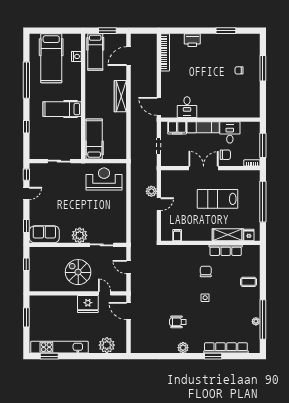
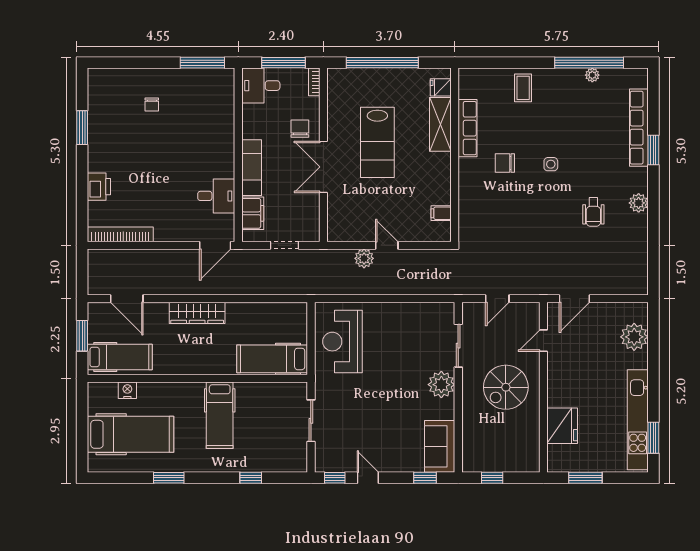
window: (263, 68) -> (202, 63), moved
window: (26, 80) -> (169, 478), width x0.47
desk: (230, 132) -> (261, 86), moved
fridge: (88, 304) -> (562, 426), moved

